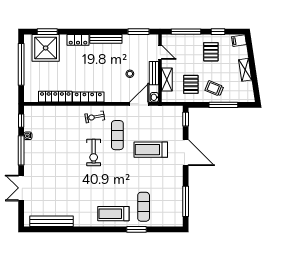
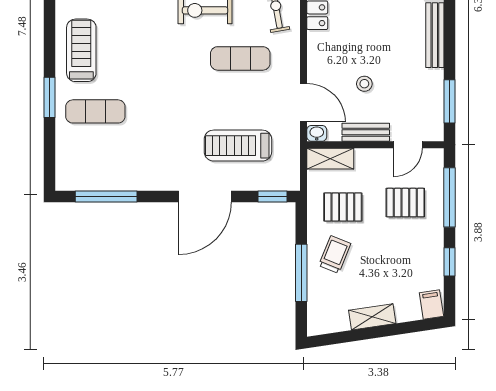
pallet: (211, 52) -> (405, 203), moved
shelving: (167, 79) -> (330, 159), moved
treadmill: (151, 150) -> (238, 146), moved, turned -90

